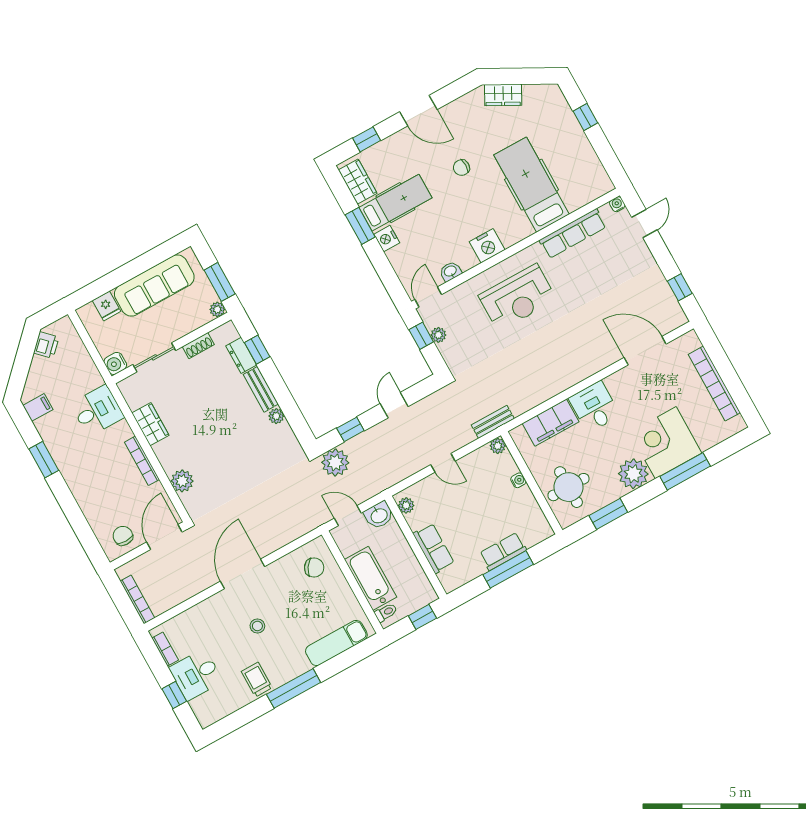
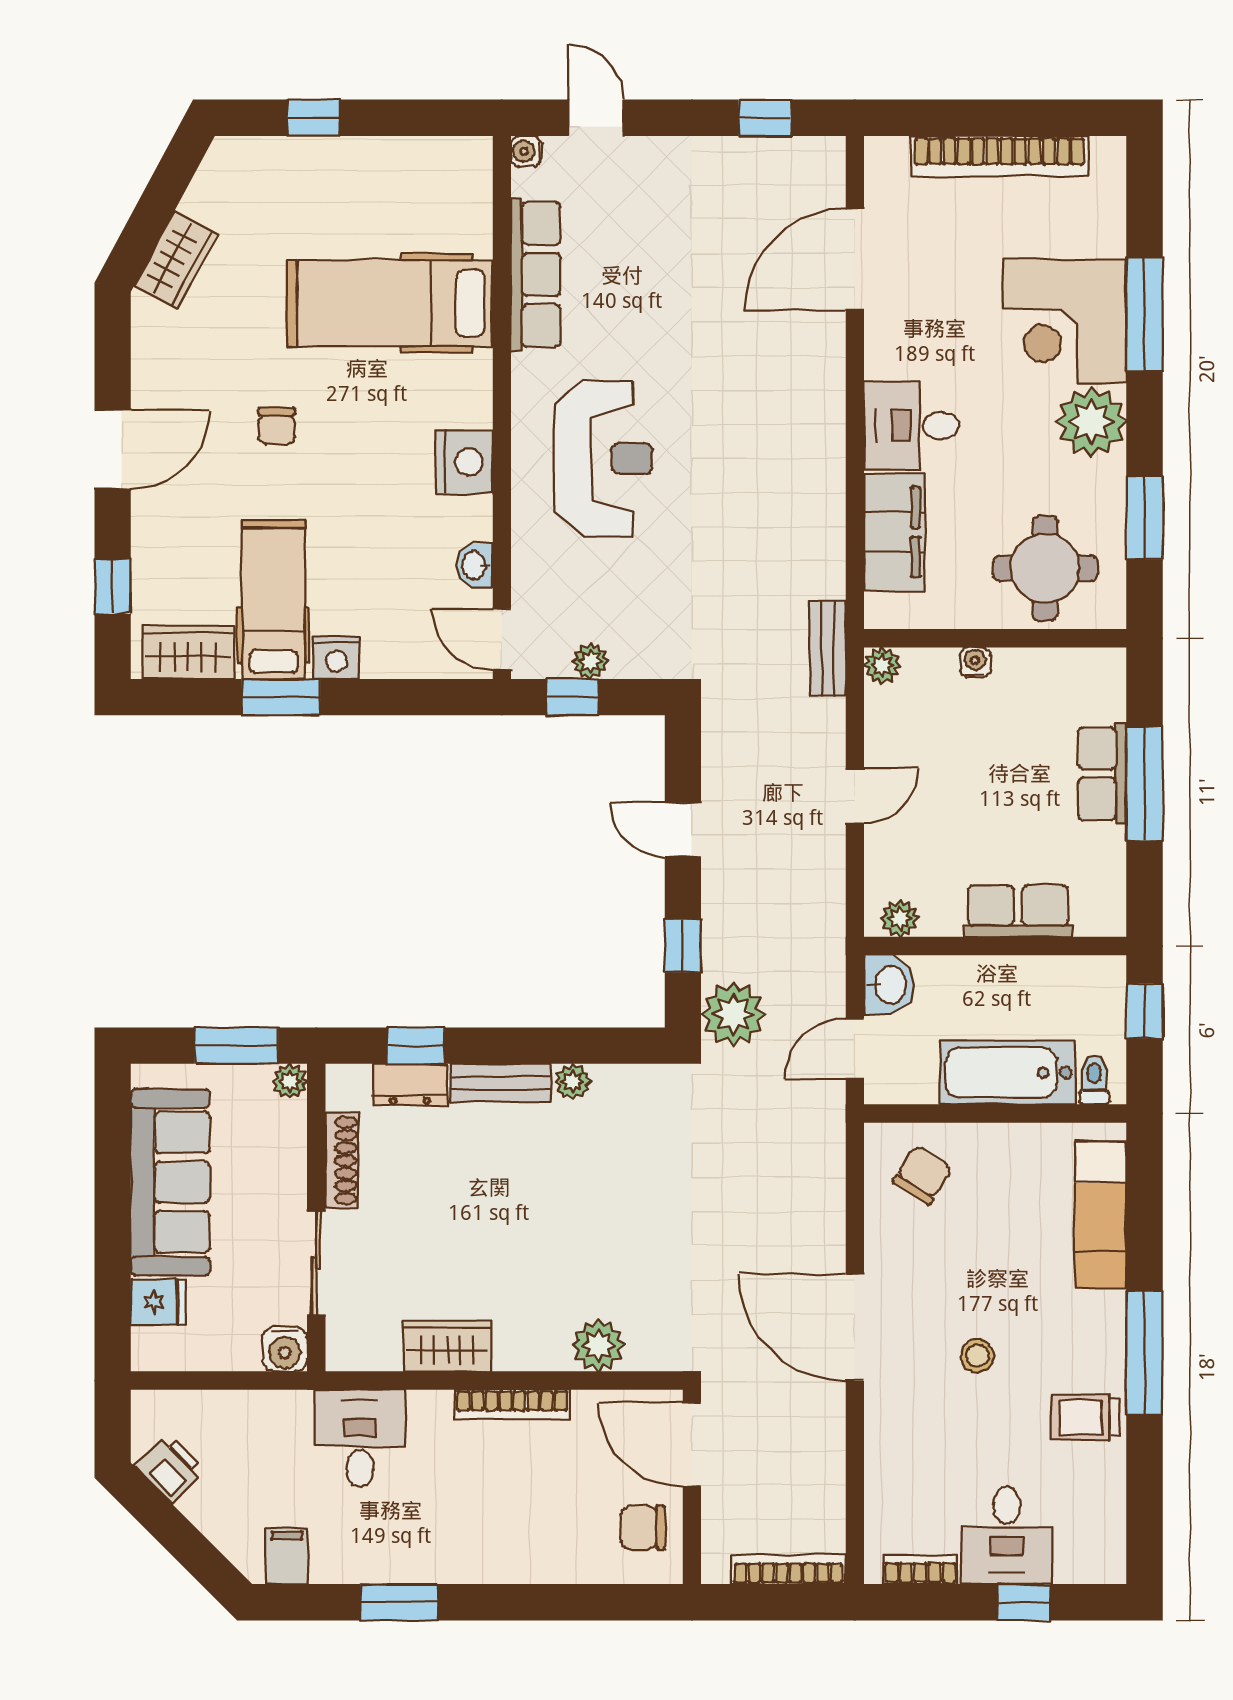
shoe rack: (198, 346) -> (342, 1160), width x1.43

